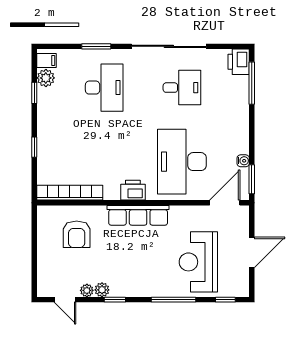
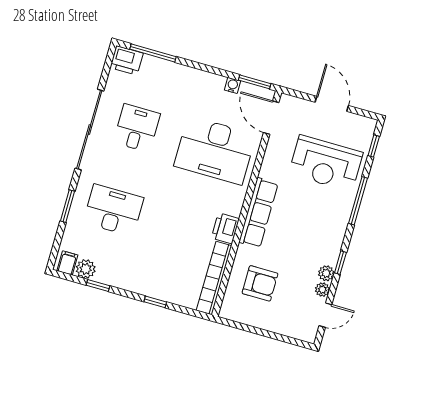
printer: (133, 190) -> (225, 228), moved

